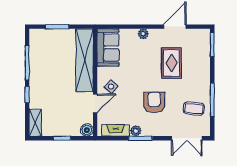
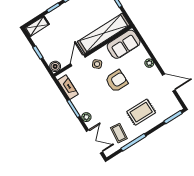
rug: (171, 63) -> (141, 112), moved
armchair: (154, 102) -> (117, 81), moved
door: (95, 103) -> (78, 60), swing flipped
plant: (136, 131) -> (86, 117), moved
double door: (187, 138) -> (94, 142), swing flipped

